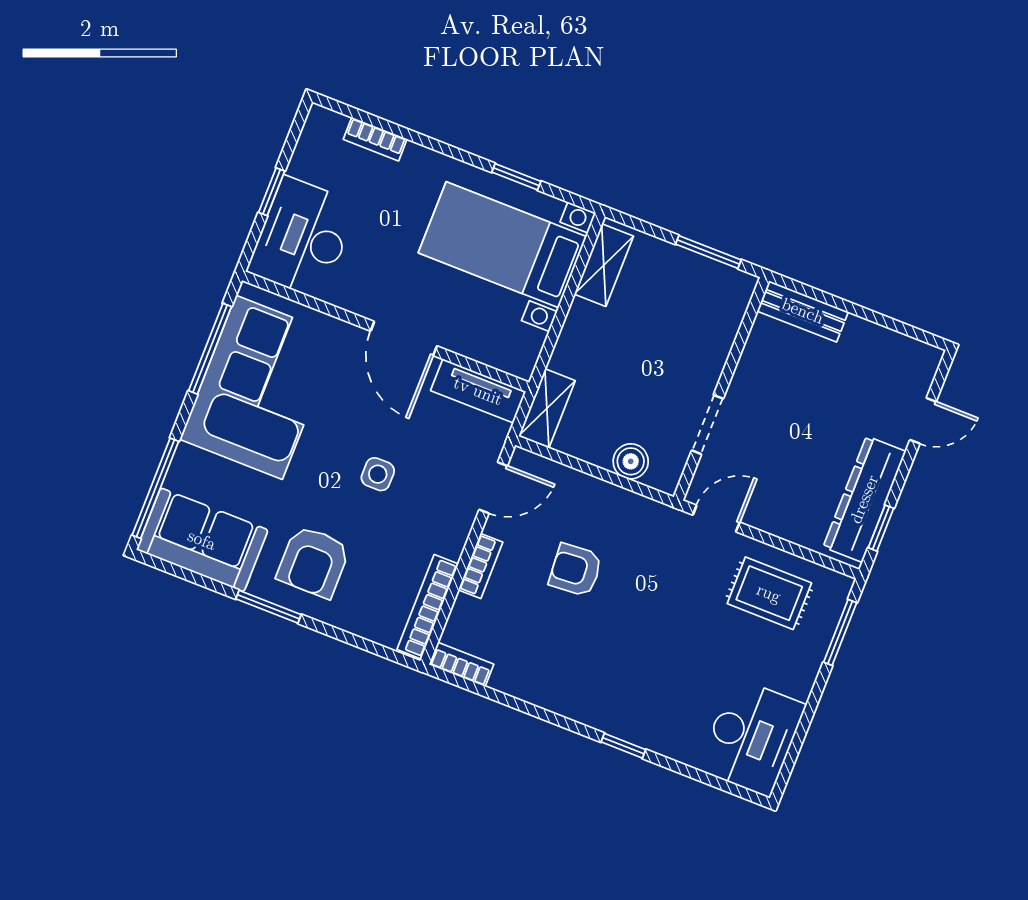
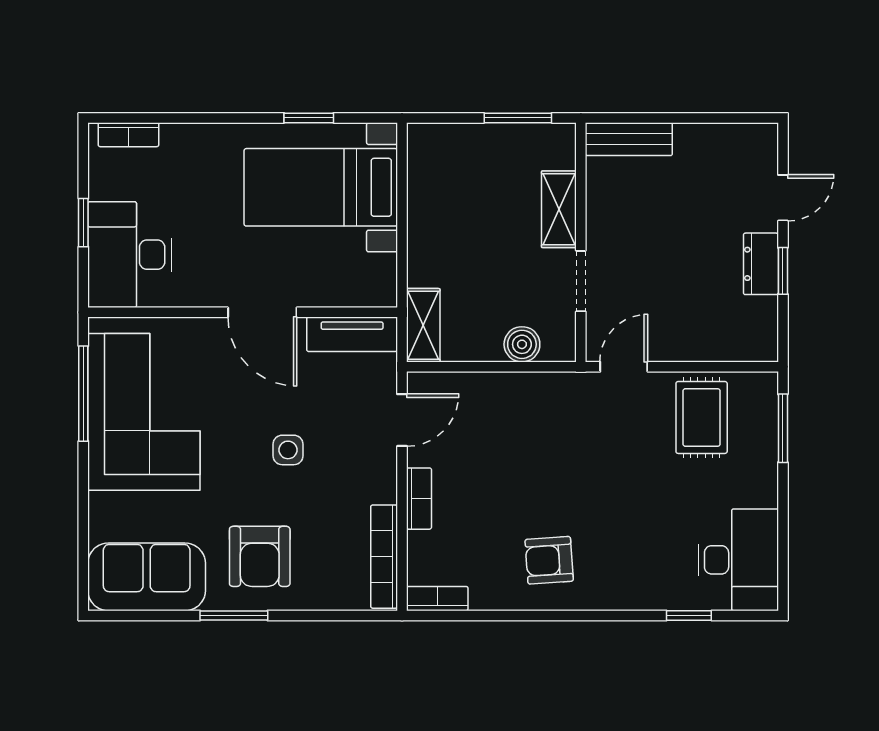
bookcase: (375, 139) -> (128, 135), moved
shelving: (604, 265) -> (559, 209), moved
window: (155, 488) -> (83, 546), removed
dresser: (864, 499) -> (761, 264), width x0.51, depth x0.80
window: (881, 528) -> (783, 271), moved
armchair: (576, 570) -> (549, 560), moved
rug: (769, 593) -> (702, 417), turned 90
window: (623, 746) -> (689, 615), moved

